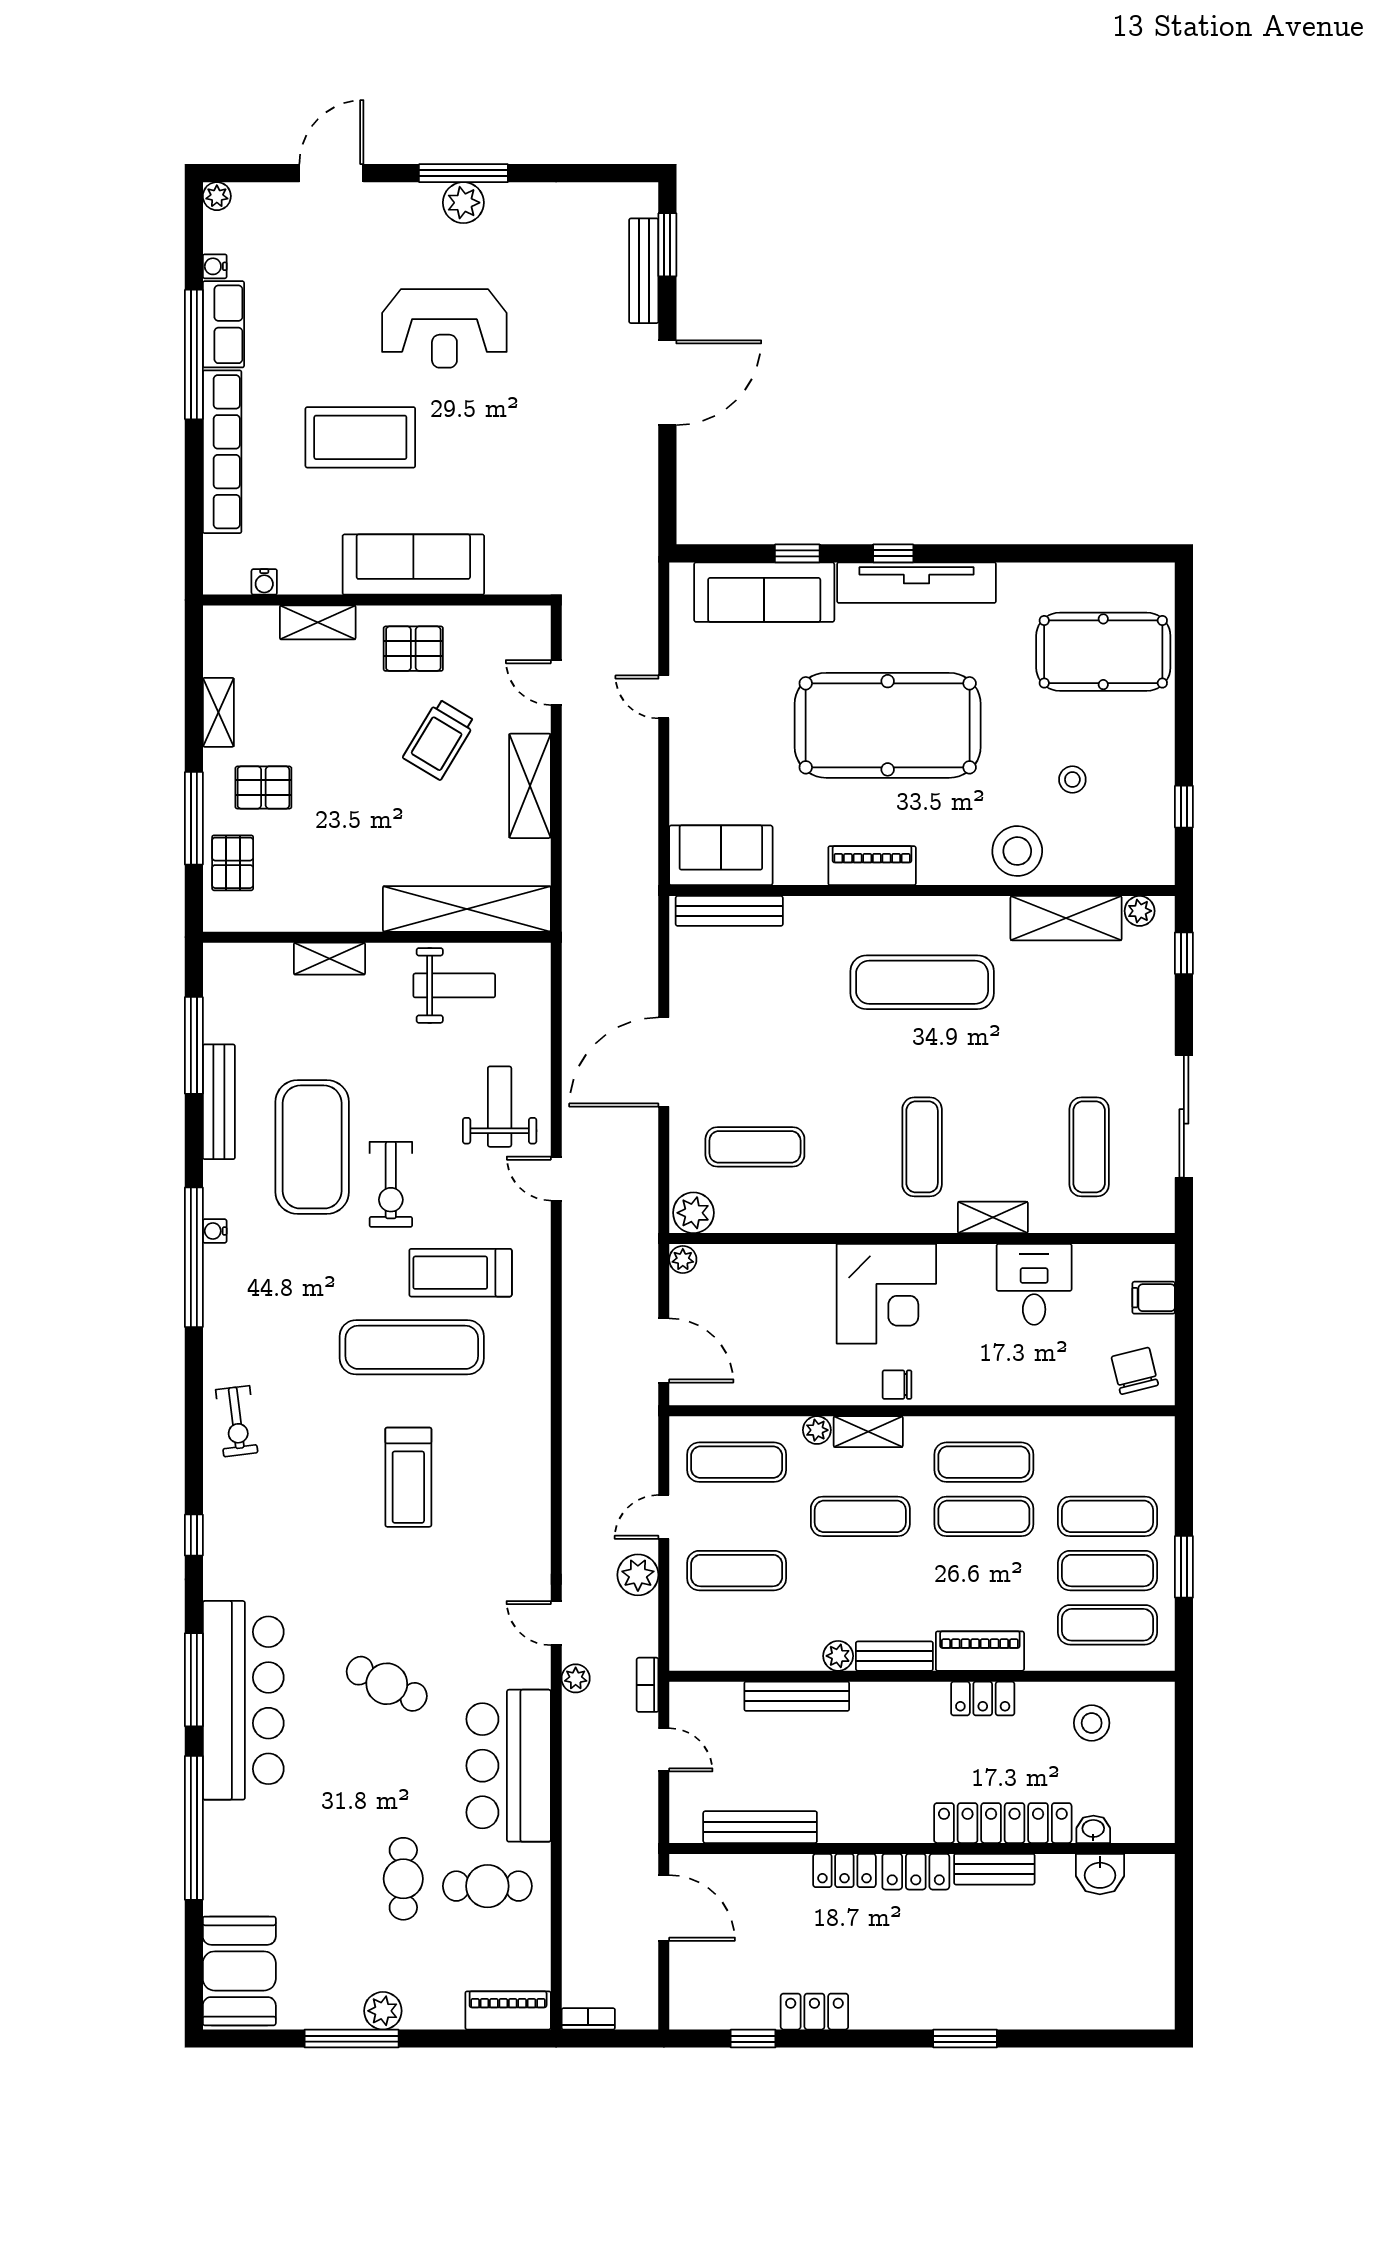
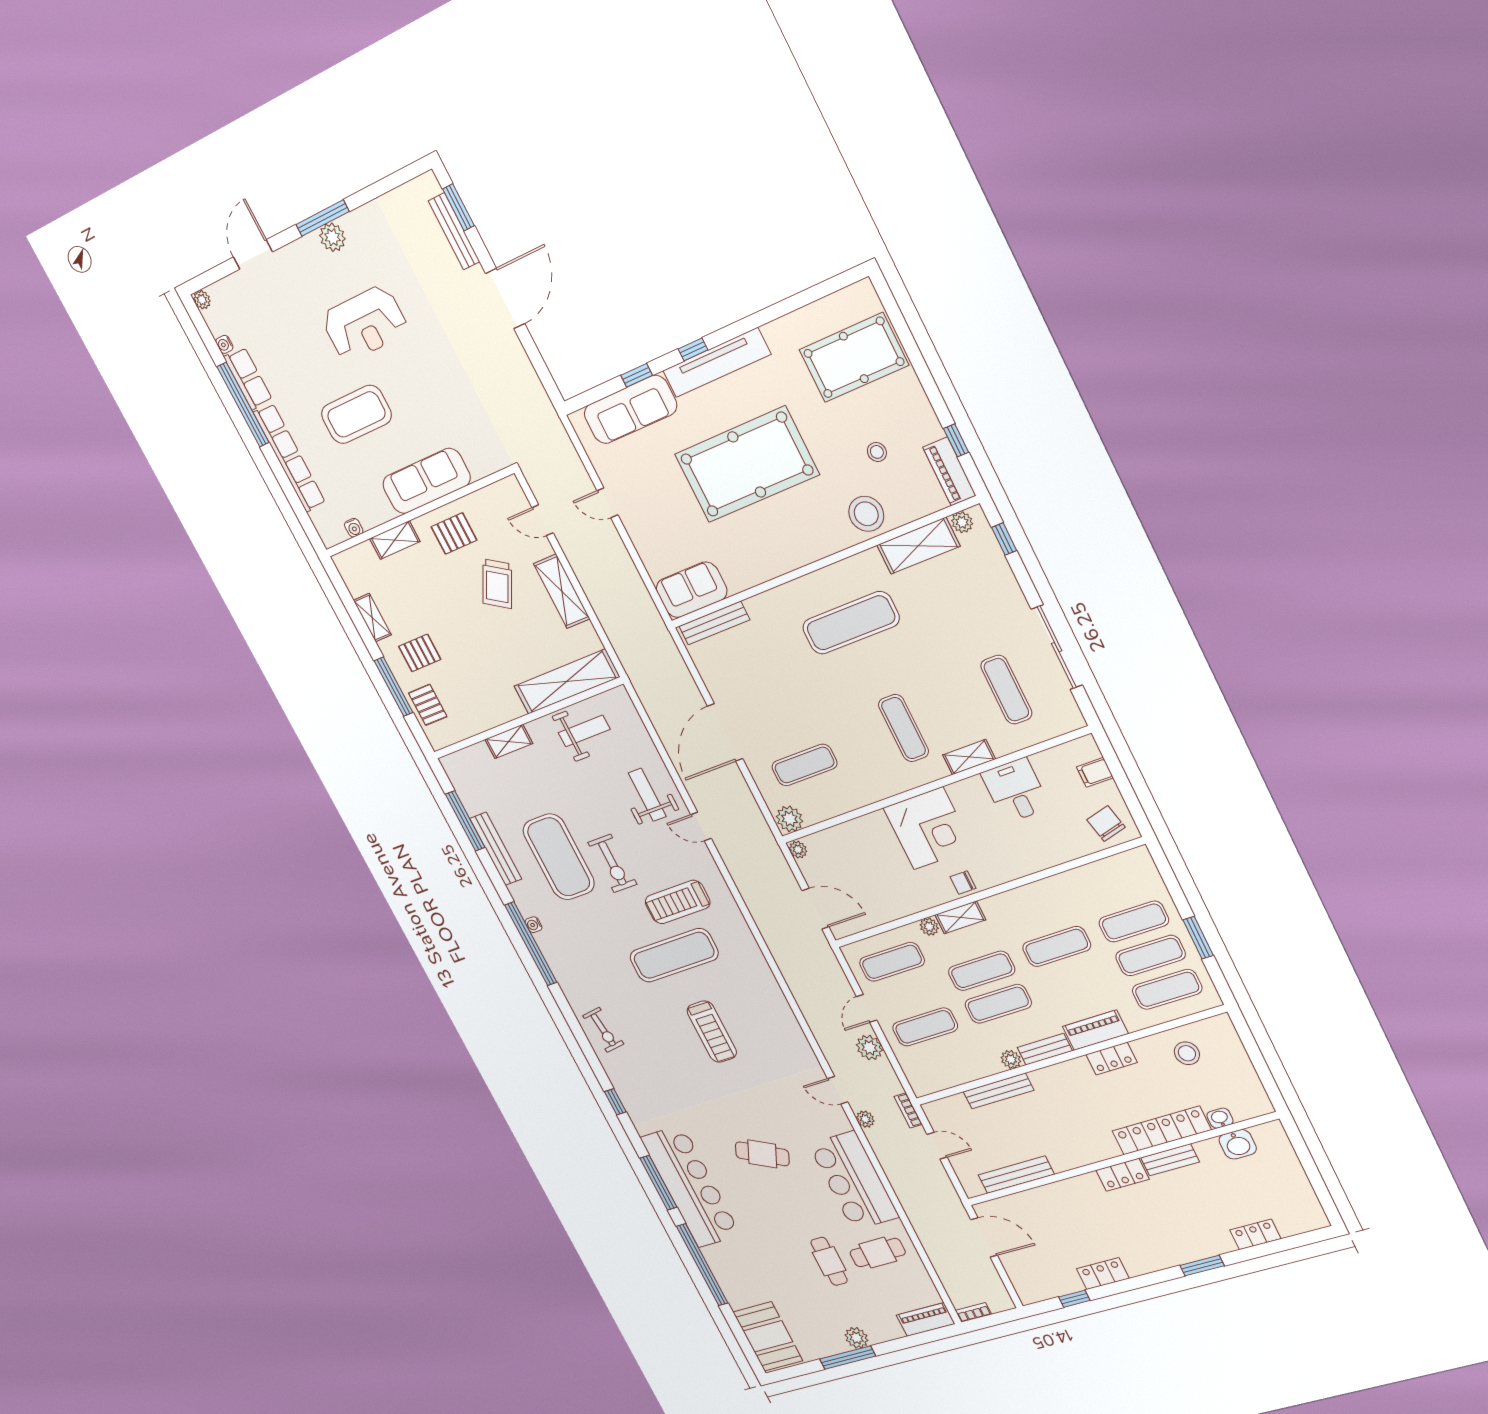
piano: (872, 866) -> (949, 471), moved, turned -90
exercise mat: (984, 1462) -> (998, 1004), moved
locker: (844, 1870) -> (1255, 1234), moved, turned 180

